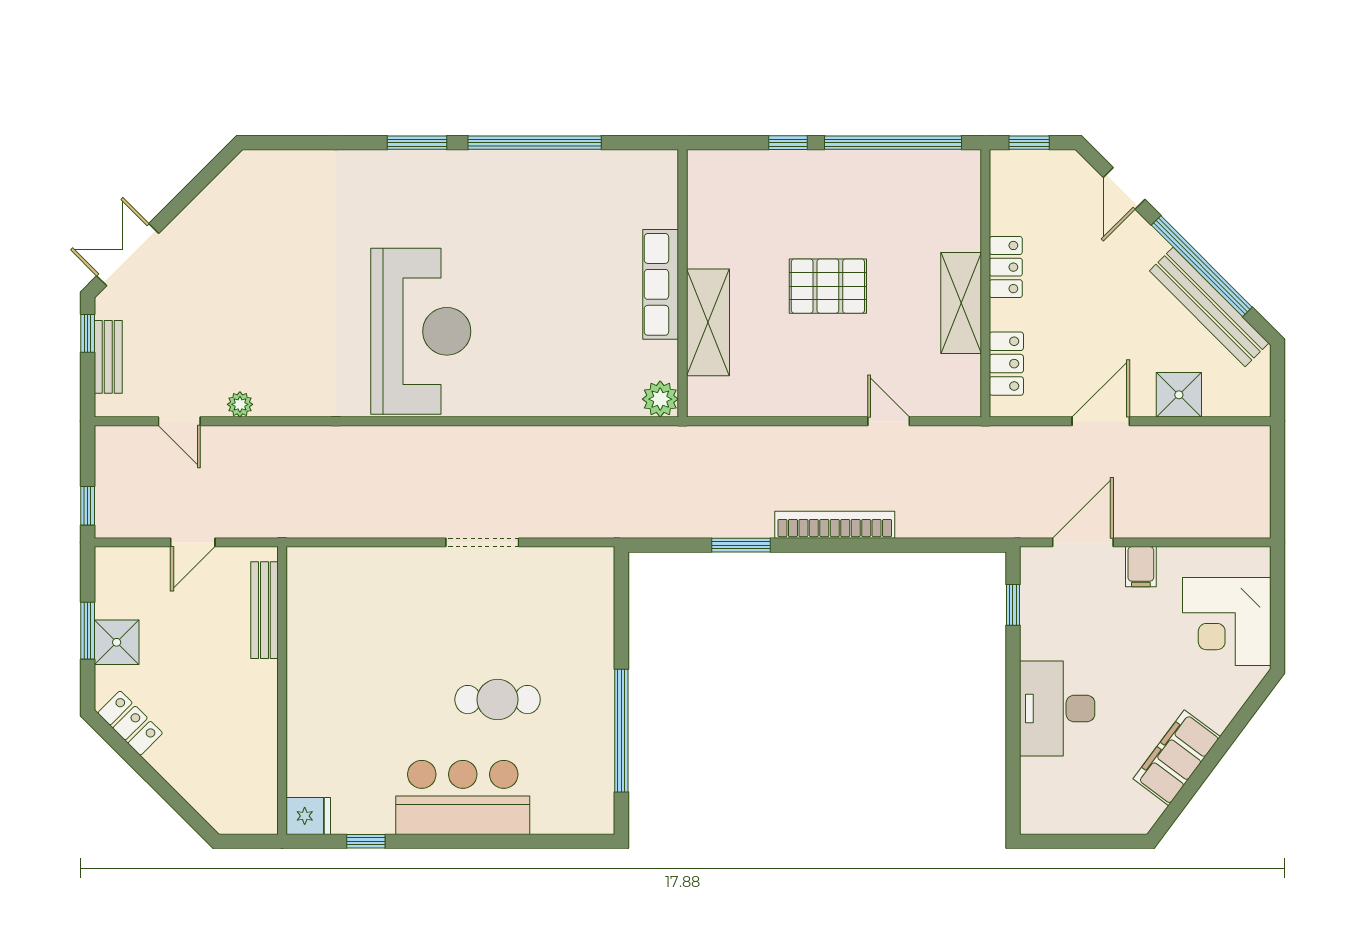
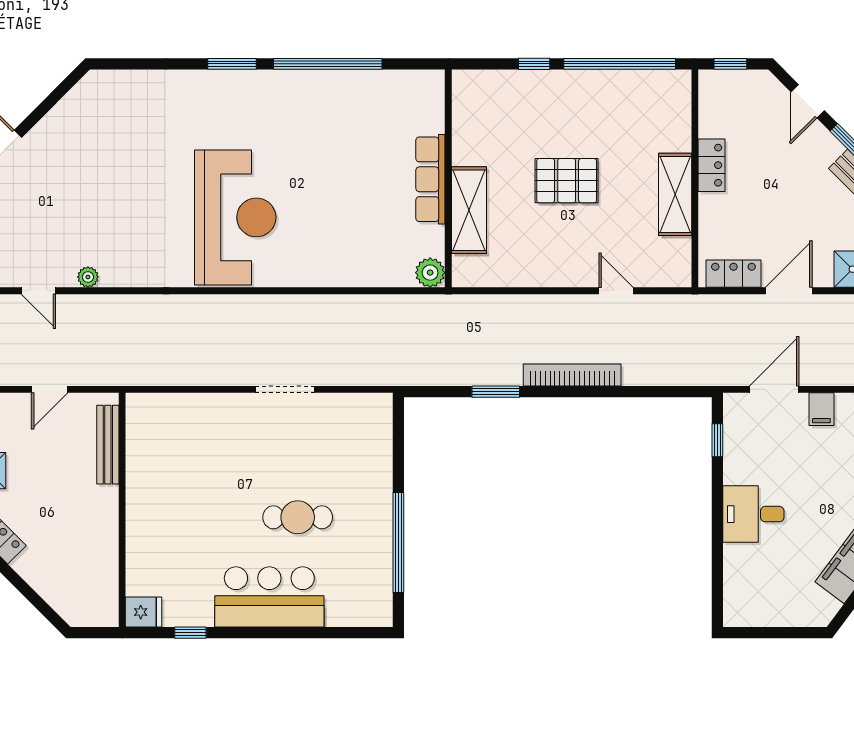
locker: (1006, 364) -> (733, 274), moved, turned -90
desk: (1057, 709) -> (753, 514), width x0.73

